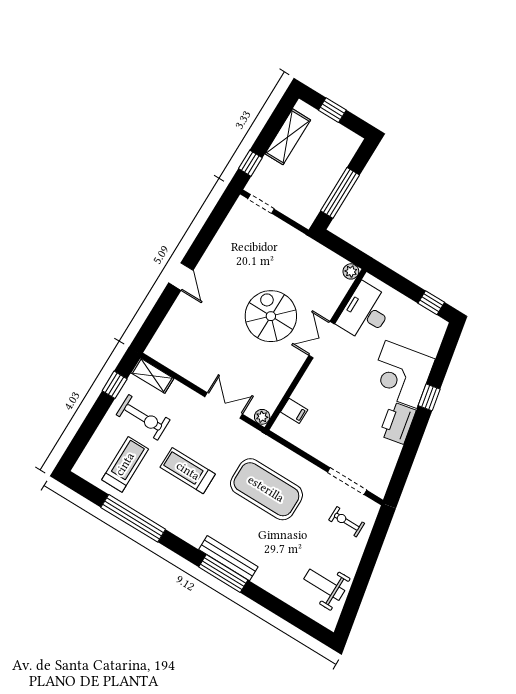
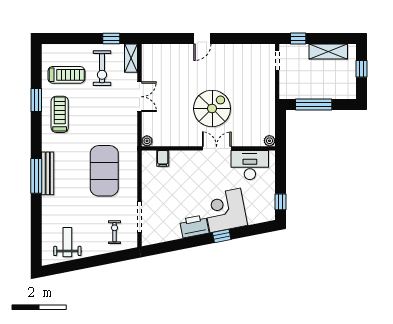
double door: (224, 405) -> (140, 97), moved
treadmill: (188, 471) -> (60, 114), moved
window: (133, 518) -> (36, 100), width x0.47

